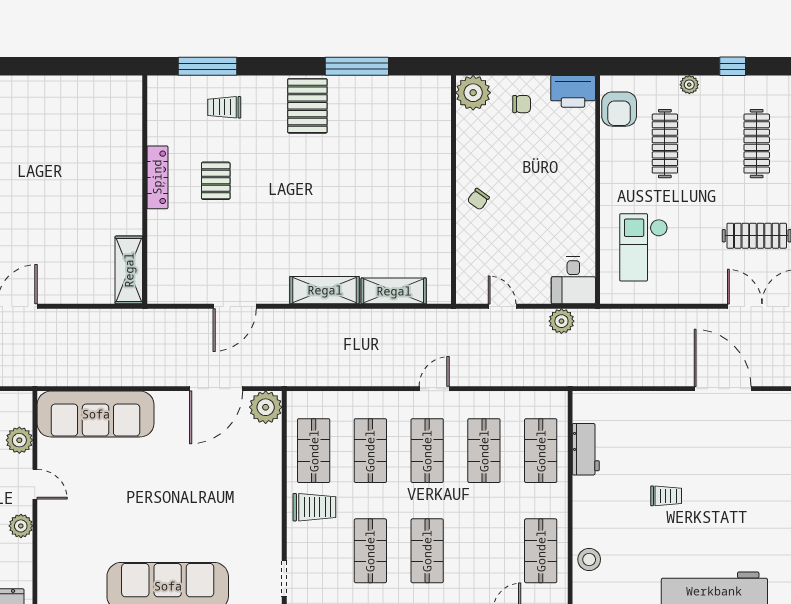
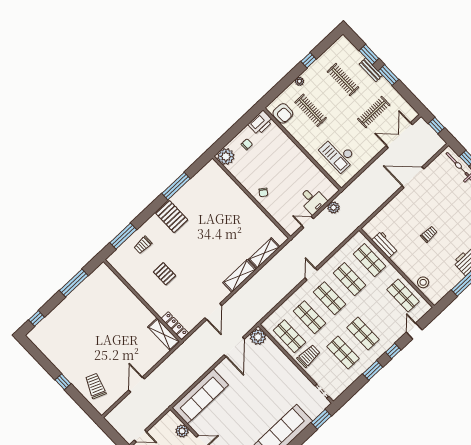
window: (67, 66) -> (74, 283), added
locker: (157, 177) -> (175, 326), moved
desk: (573, 280) -> (313, 200), moved

